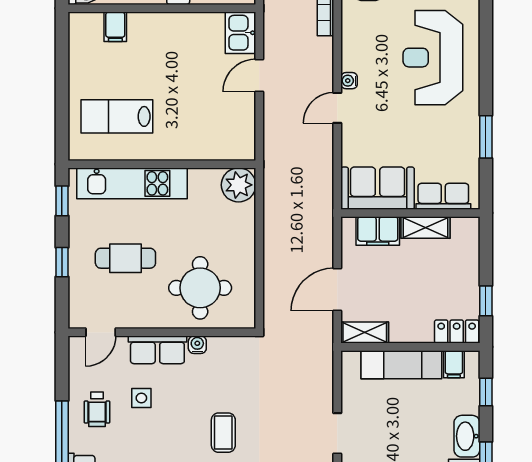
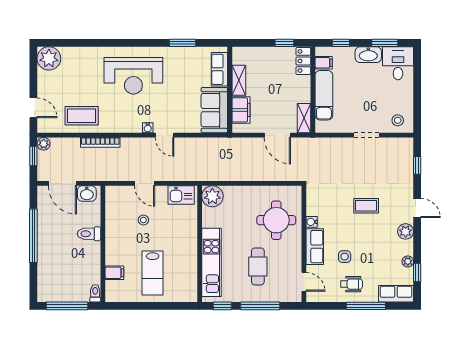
kitchen sink: (241, 33) -> (181, 195), moved
stool: (200, 74) -> (143, 220), added
lab bench: (117, 116) -> (153, 273), moved
window: (62, 262) -> (260, 306), width x2.17

